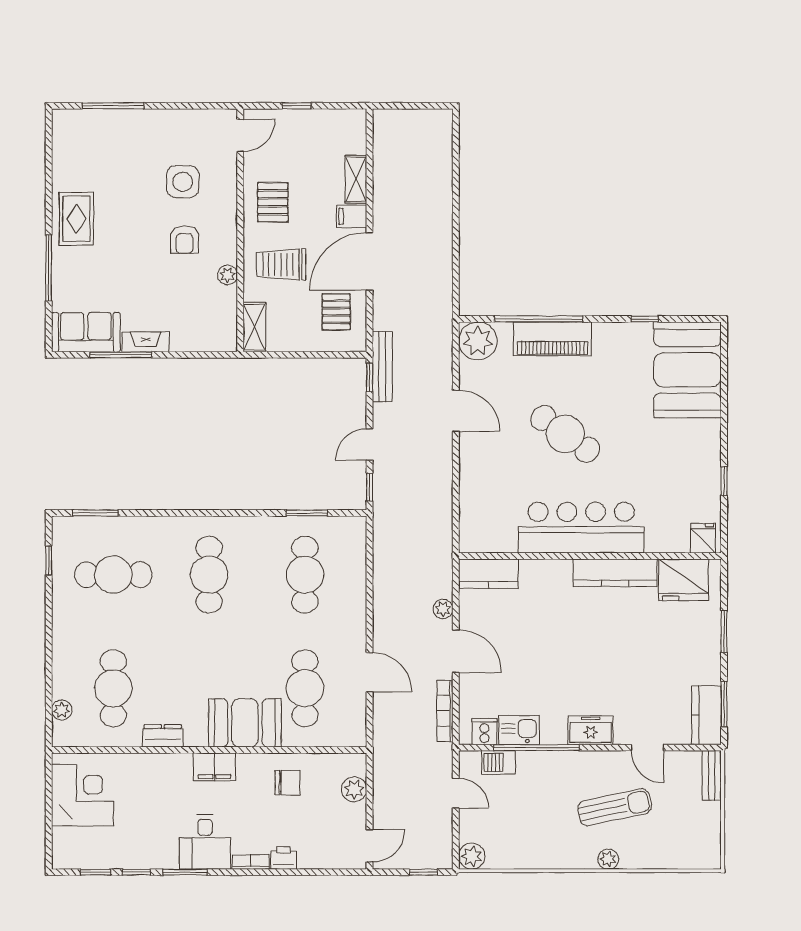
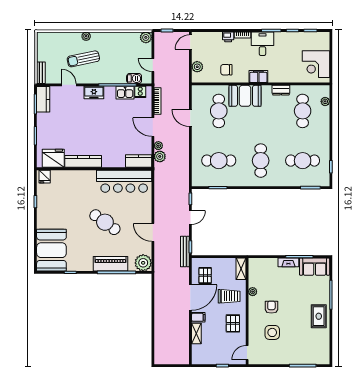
bar counter: (581, 528) -> (124, 181), moved
cafe table: (305, 575) -> (219, 161), turned 90
plant: (440, 584) -> (160, 156), added

